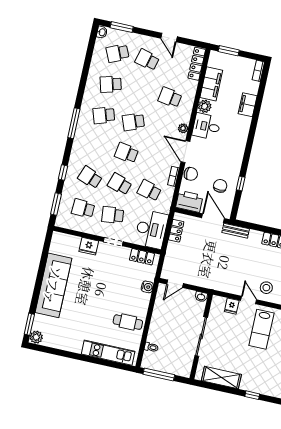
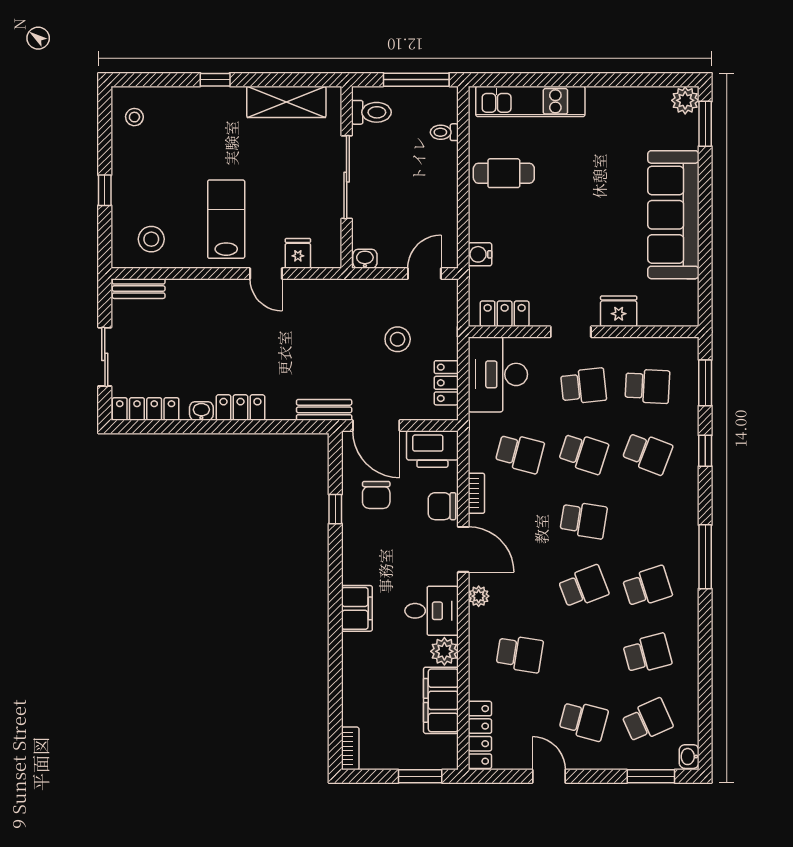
filing cabinet: (248, 105) -> (357, 608), moved
stool: (266, 288) -> (398, 339), moved
toilet: (183, 364) -> (371, 112), added

